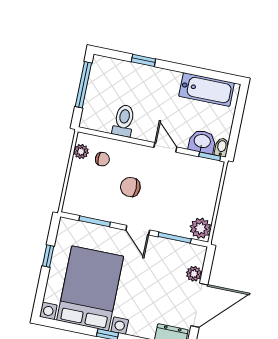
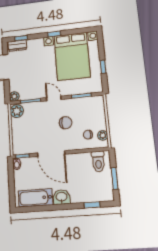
window: (143, 60) -> (92, 205), moved
window: (83, 85) -> (115, 178), width x0.69
toilet: (124, 121) -> (98, 161), moved
washbasin: (202, 142) -> (62, 197), moved, turned 180
door: (165, 147) -> (51, 154), width x1.87
plant: (194, 274) -> (14, 96), moved

